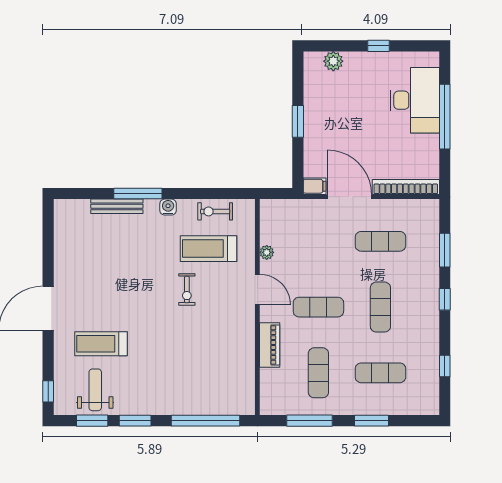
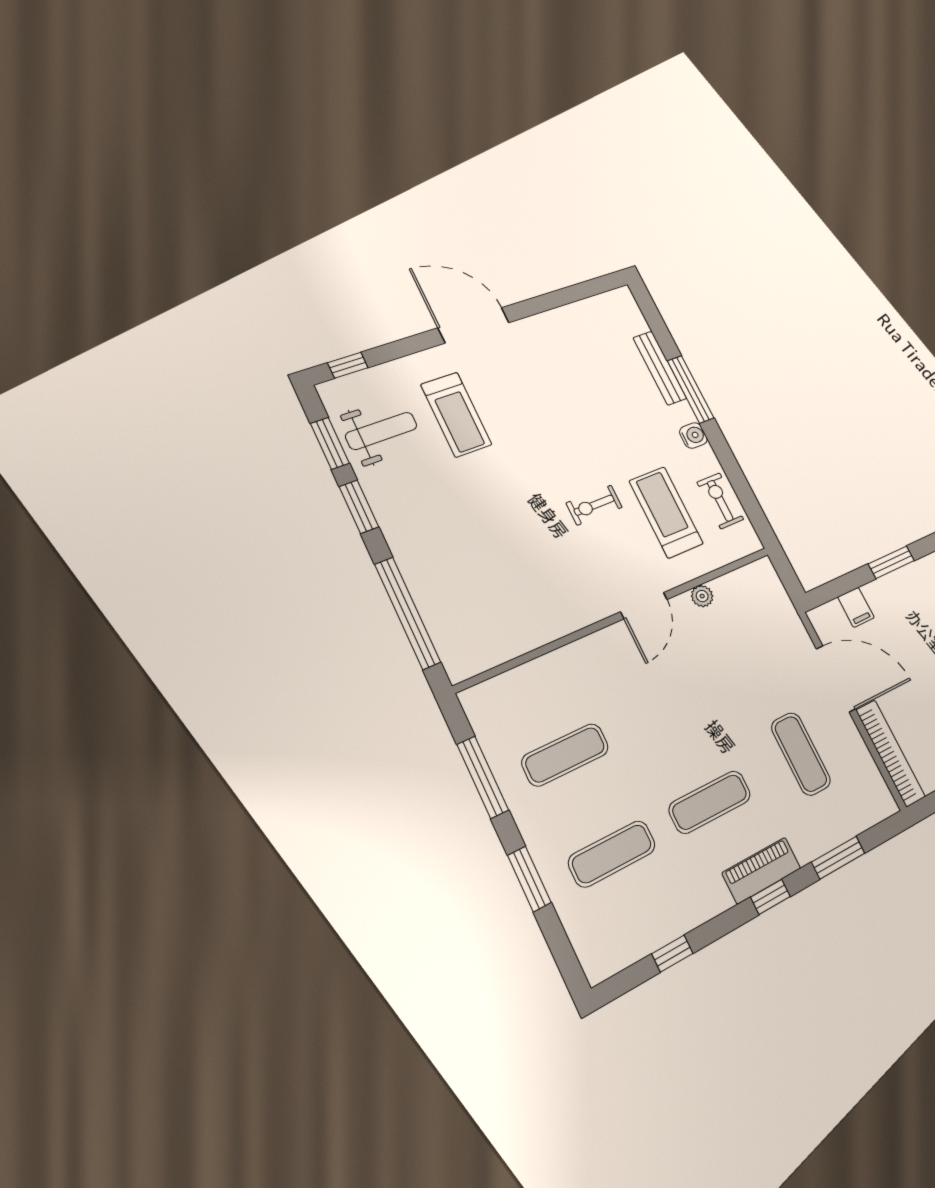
filing cabinet: (315, 186) -> (856, 607), moved
door: (349, 197) -> (836, 679), hinge flipped
exercise mat: (318, 307) -> (663, 707), removed
treadmill: (101, 344) -> (456, 415), turned 180
piano: (270, 345) -> (761, 870), moved, turned 180
exercise mat: (380, 373) -> (612, 854), turned 90

